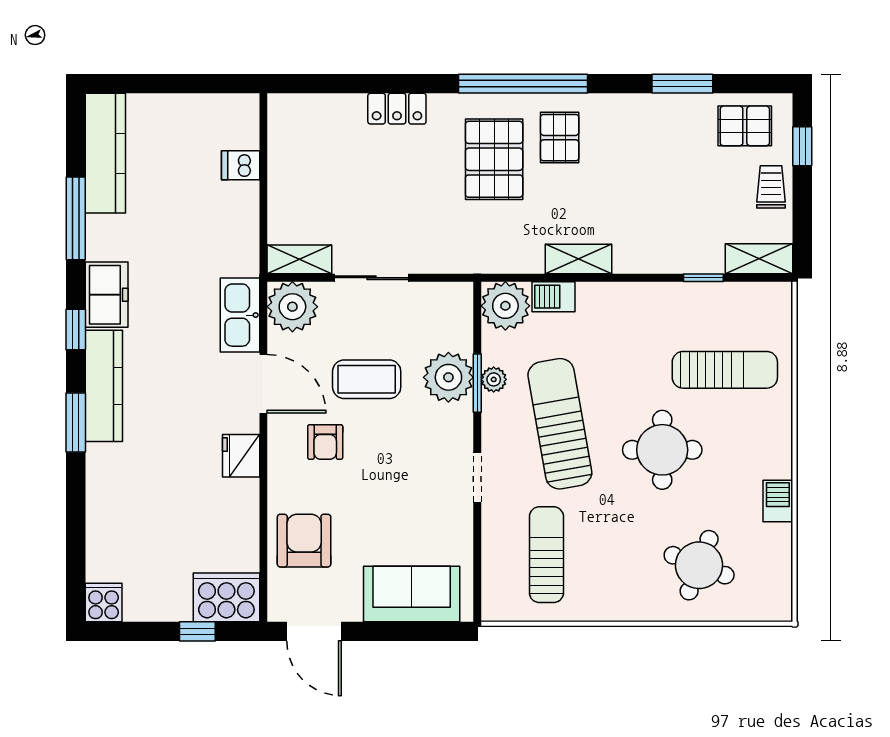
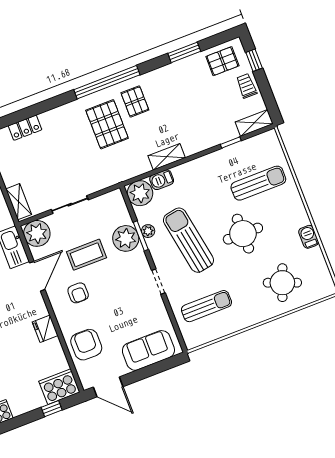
locker: (397, 109) -> (25, 128), moved
shelving: (299, 259) -> (19, 202), moved, turned 90
door: (263, 384) -> (37, 276), hinge flipped
fridge: (241, 456) -> (45, 329), moved
sun lounger: (546, 555) -> (206, 306), turned 90

